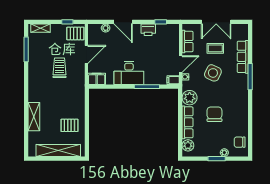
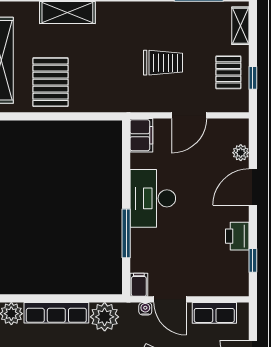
pallet: (75, 34) -> (228, 72), moved
door: (86, 54) -> (189, 115), hinge flipped
pallet: (69, 125) -> (50, 82), width x1.50, depth x1.42

